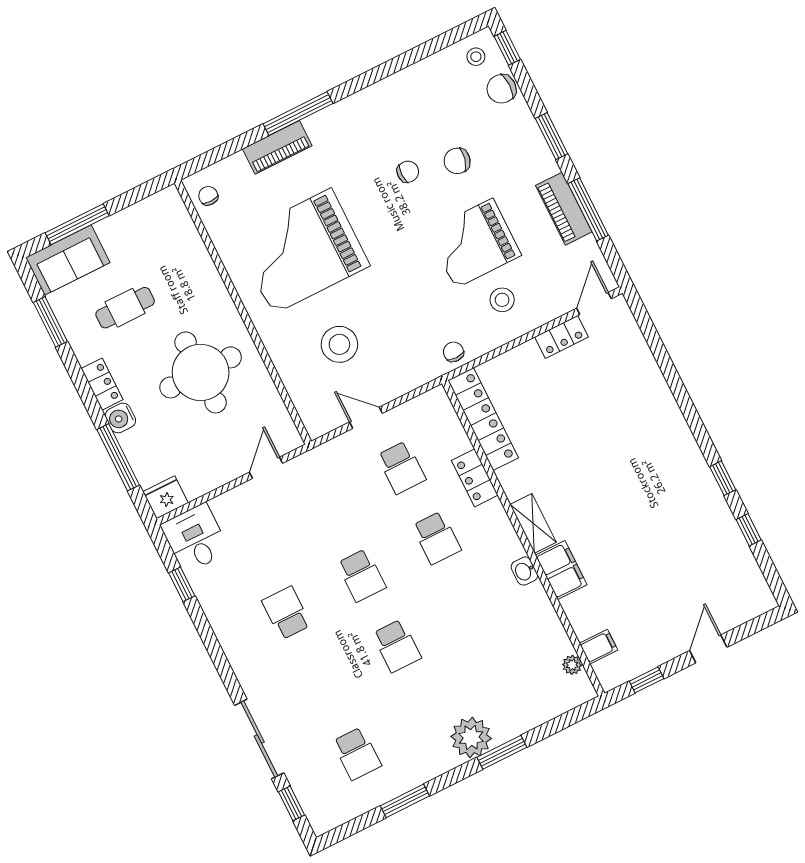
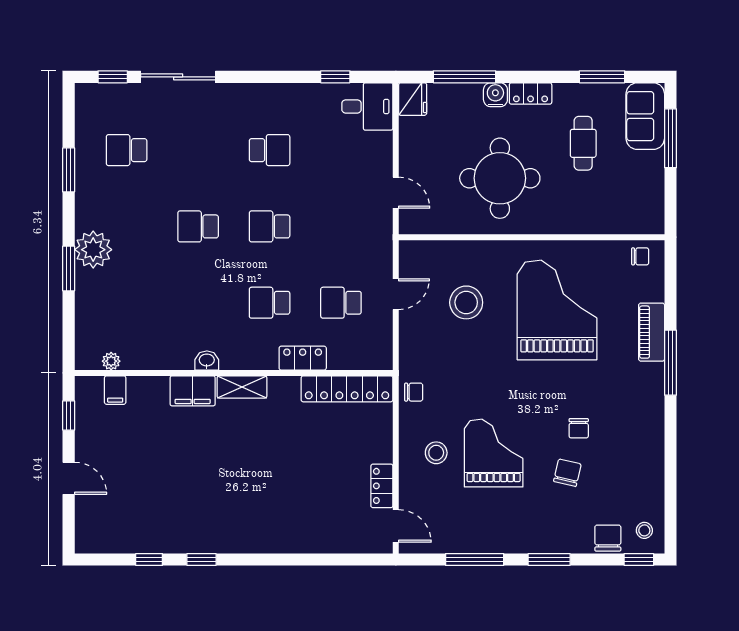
piano: (564, 209) -> (485, 540), removed

